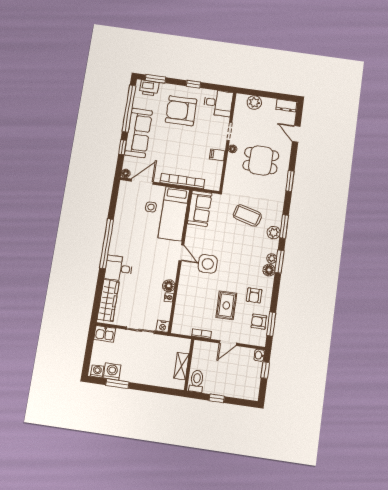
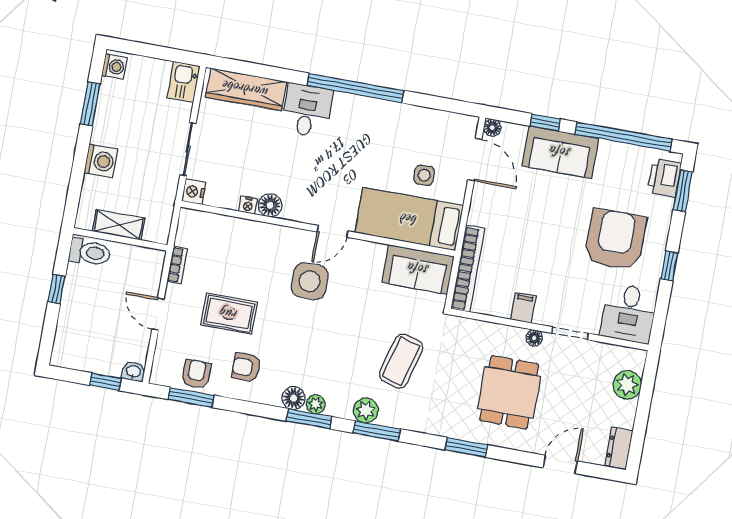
sofa: (138, 133) -> (560, 152), width x0.73
bookcase: (182, 181) -> (468, 269), moved
washing machine: (112, 372) -> (101, 161), moved

